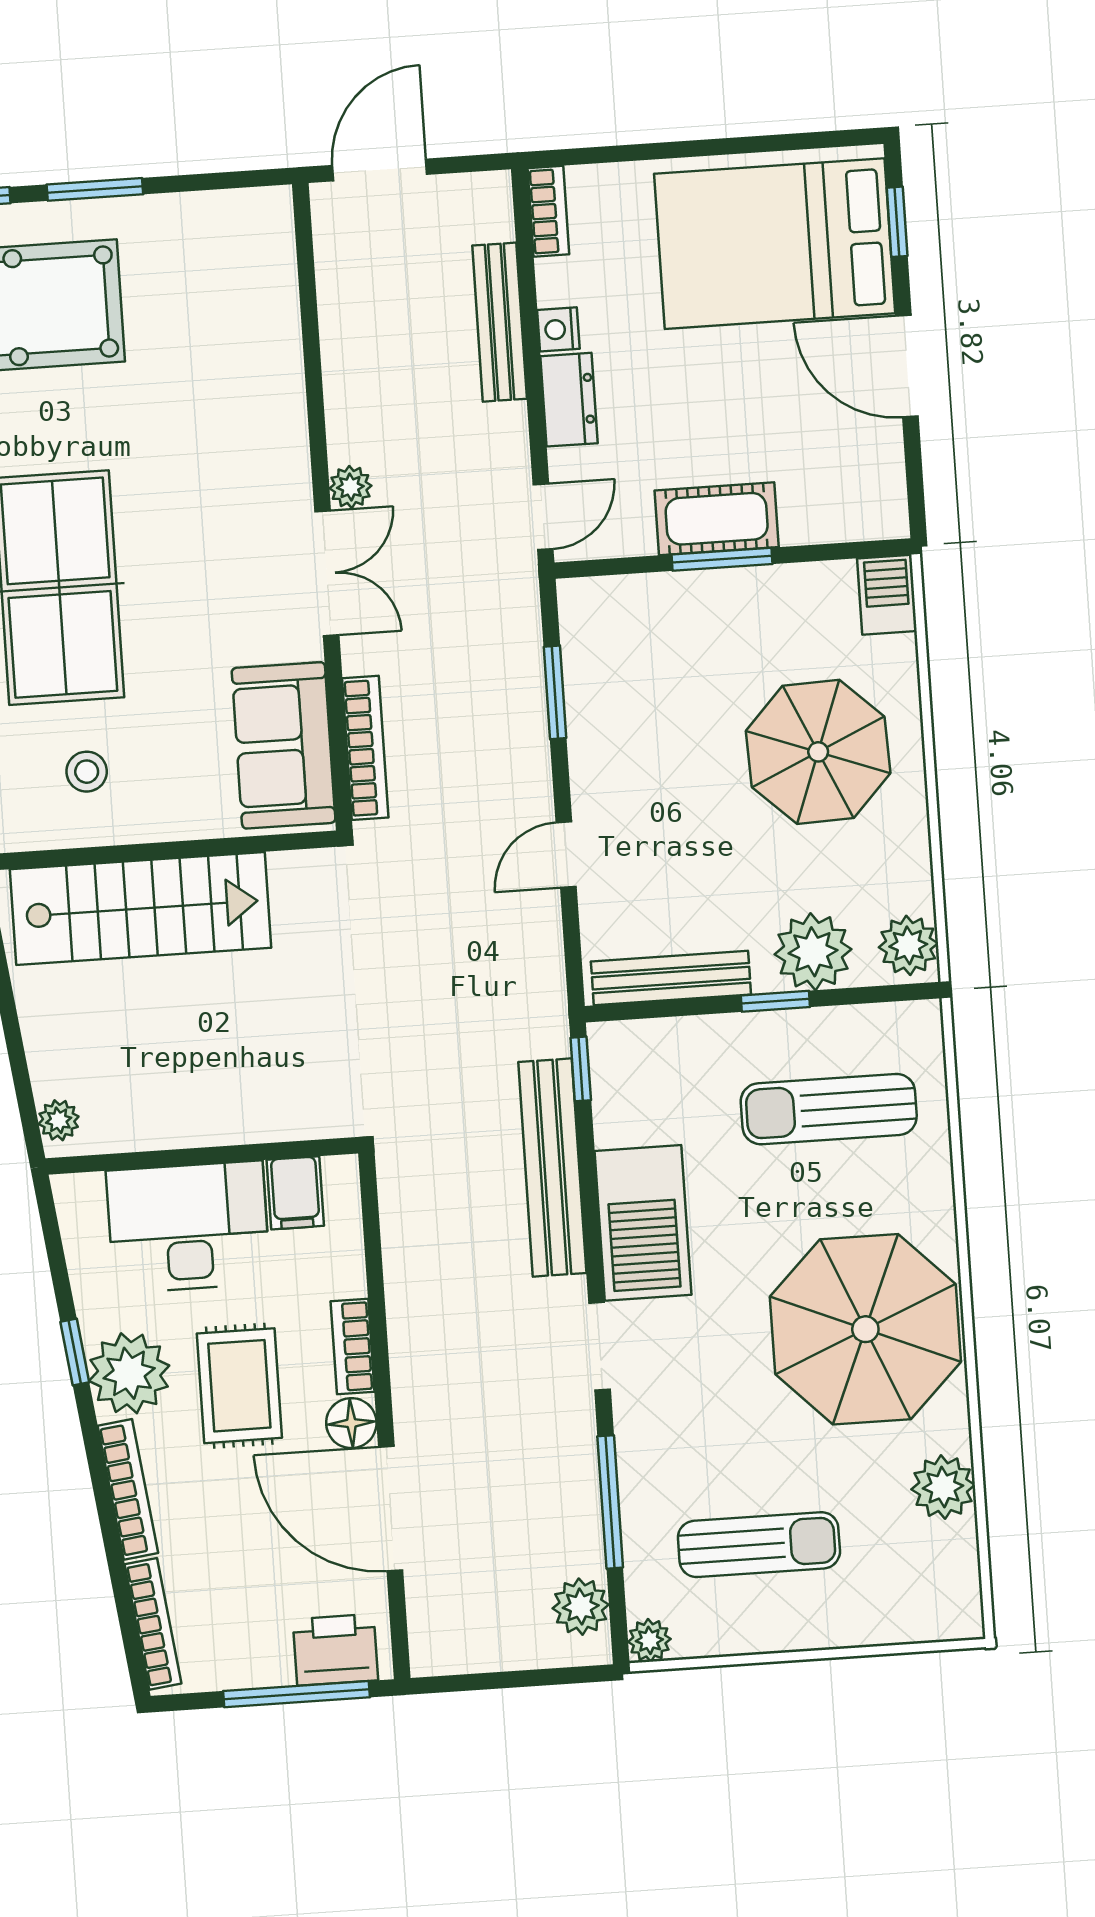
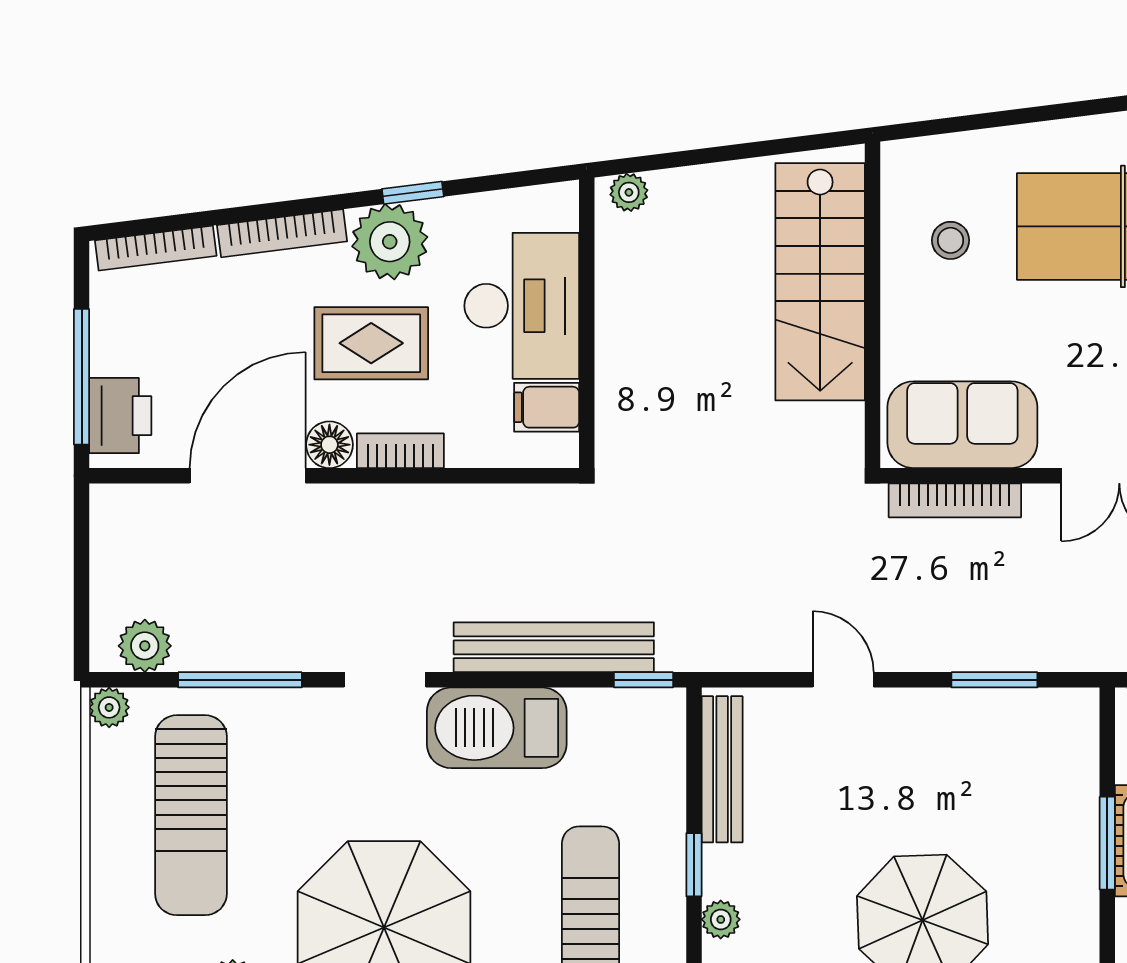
plant: (813, 952) -> (721, 919), width x0.53, depth x0.53
sun lounger: (759, 1545) -> (191, 815), width x1.36, depth x1.34

